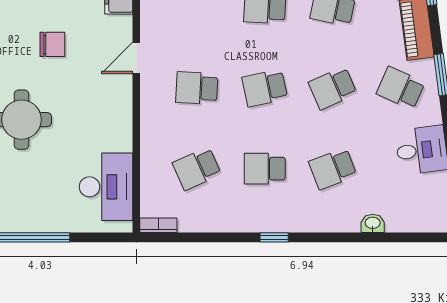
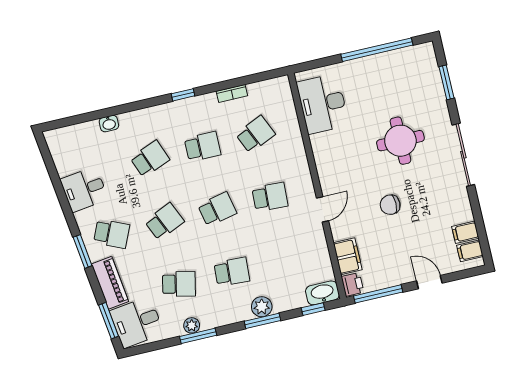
bookcase: (158, 225) -> (232, 93), moved

